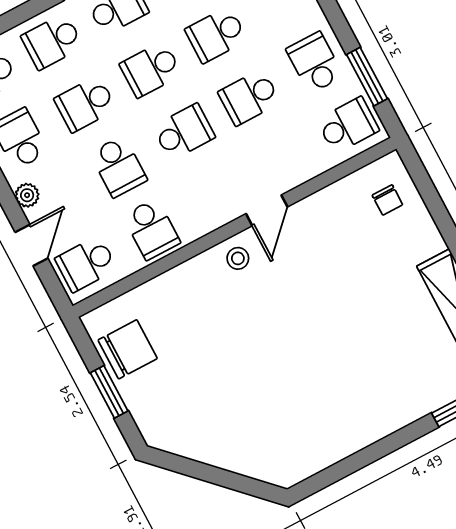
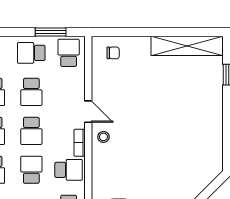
school desk: (184, 132) -> (31, 131), turned 180
school desk: (118, 167) -> (31, 170), turned -90
bookcase: (207, 224) -> (80, 143), added

